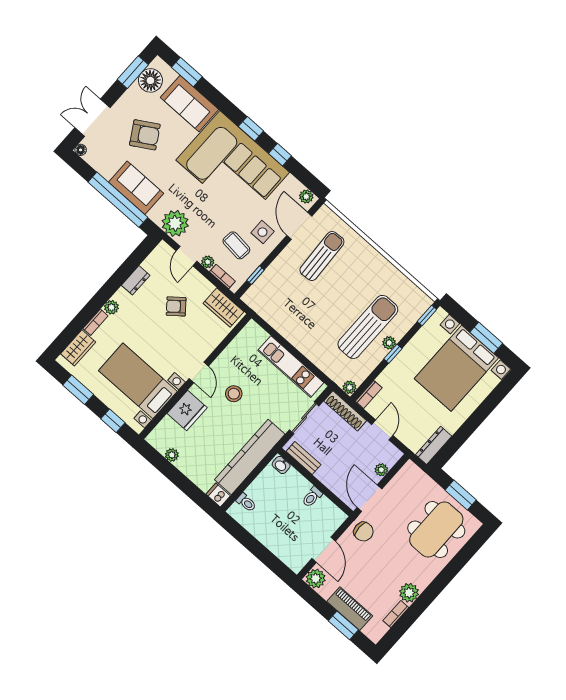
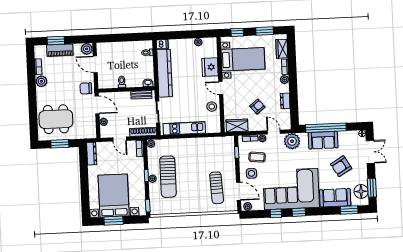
stool: (234, 394) -> (212, 107), moved
dining table: (436, 530) -> (56, 119), turned 90

